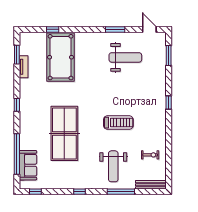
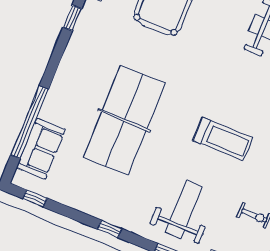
window: (17, 105) -> (72, 18), moved
weight bench: (113, 166) -> (184, 209), turned 180

